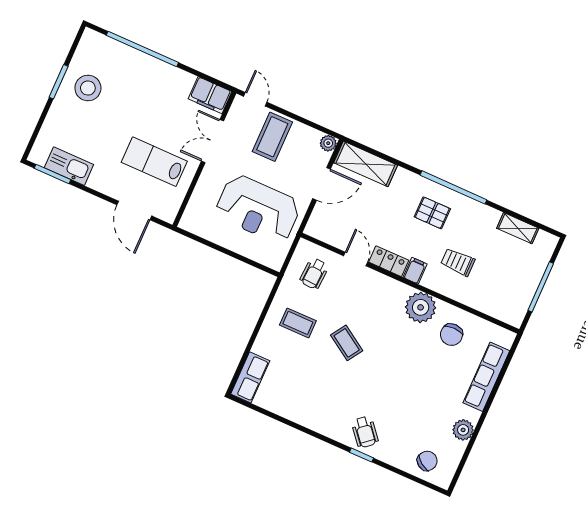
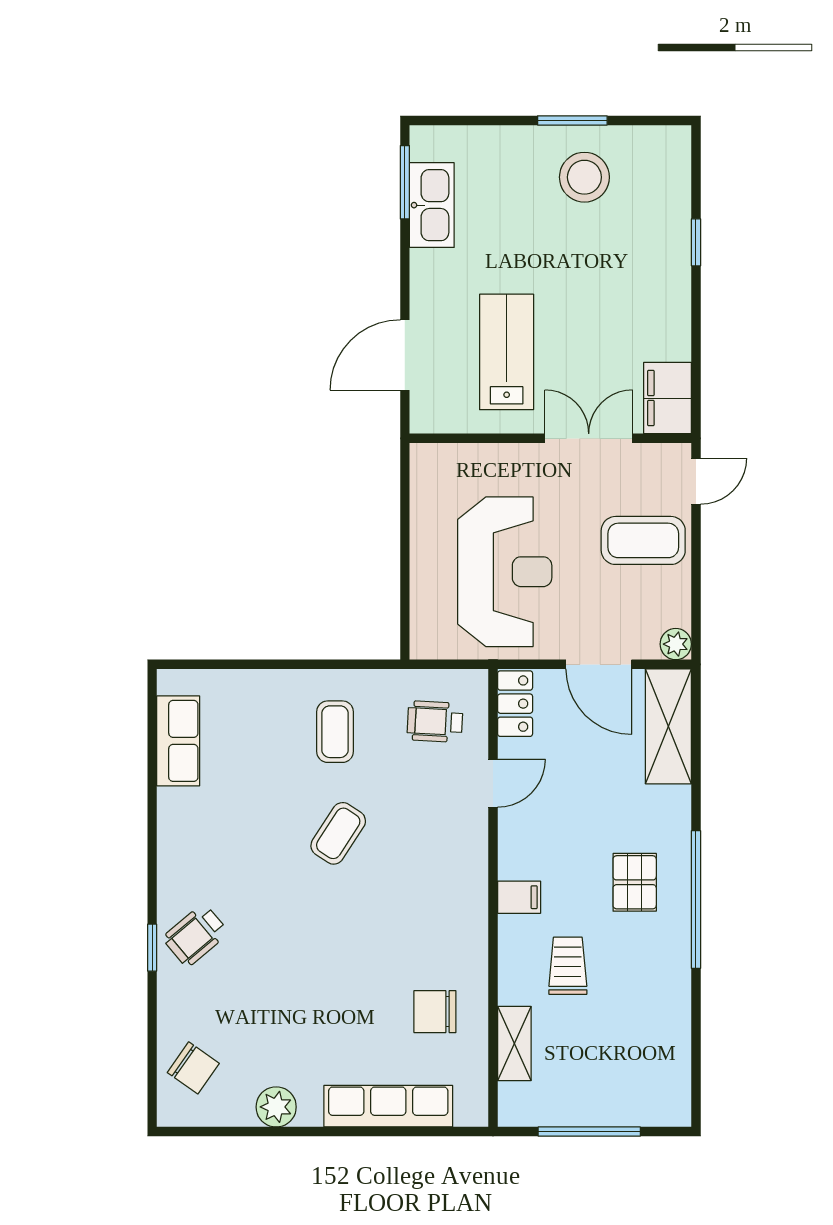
window: (142, 49) -> (696, 242), width x0.32
reception desk: (258, 209) -> (505, 572), turned 180
shelving: (518, 228) -> (514, 1044), moved
locker: (389, 261) -> (515, 704), moved
plant: (421, 307) -> (459, 936), removed
row of seats: (250, 377) -> (178, 741), moved, turned -90

